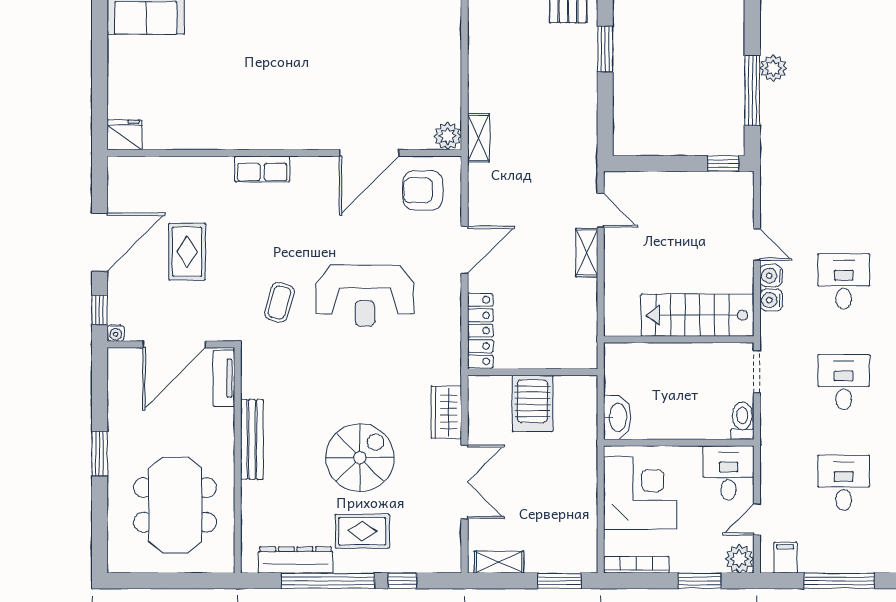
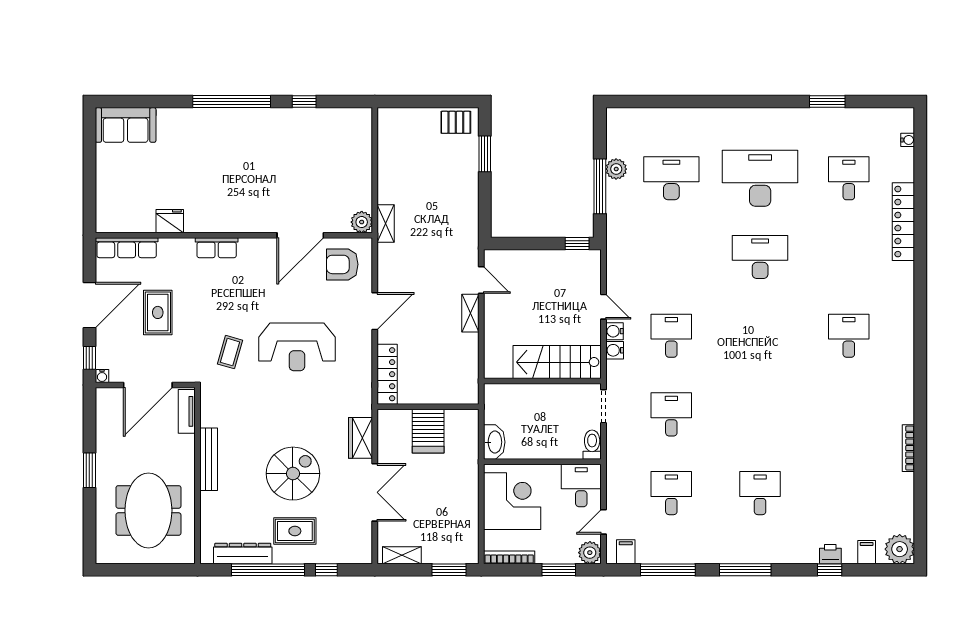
desk: (844, 80) -> (671, 178), added
fridge: (125, 135) -> (170, 221), moved
row of seats: (147, 169) -> (127, 248), added

